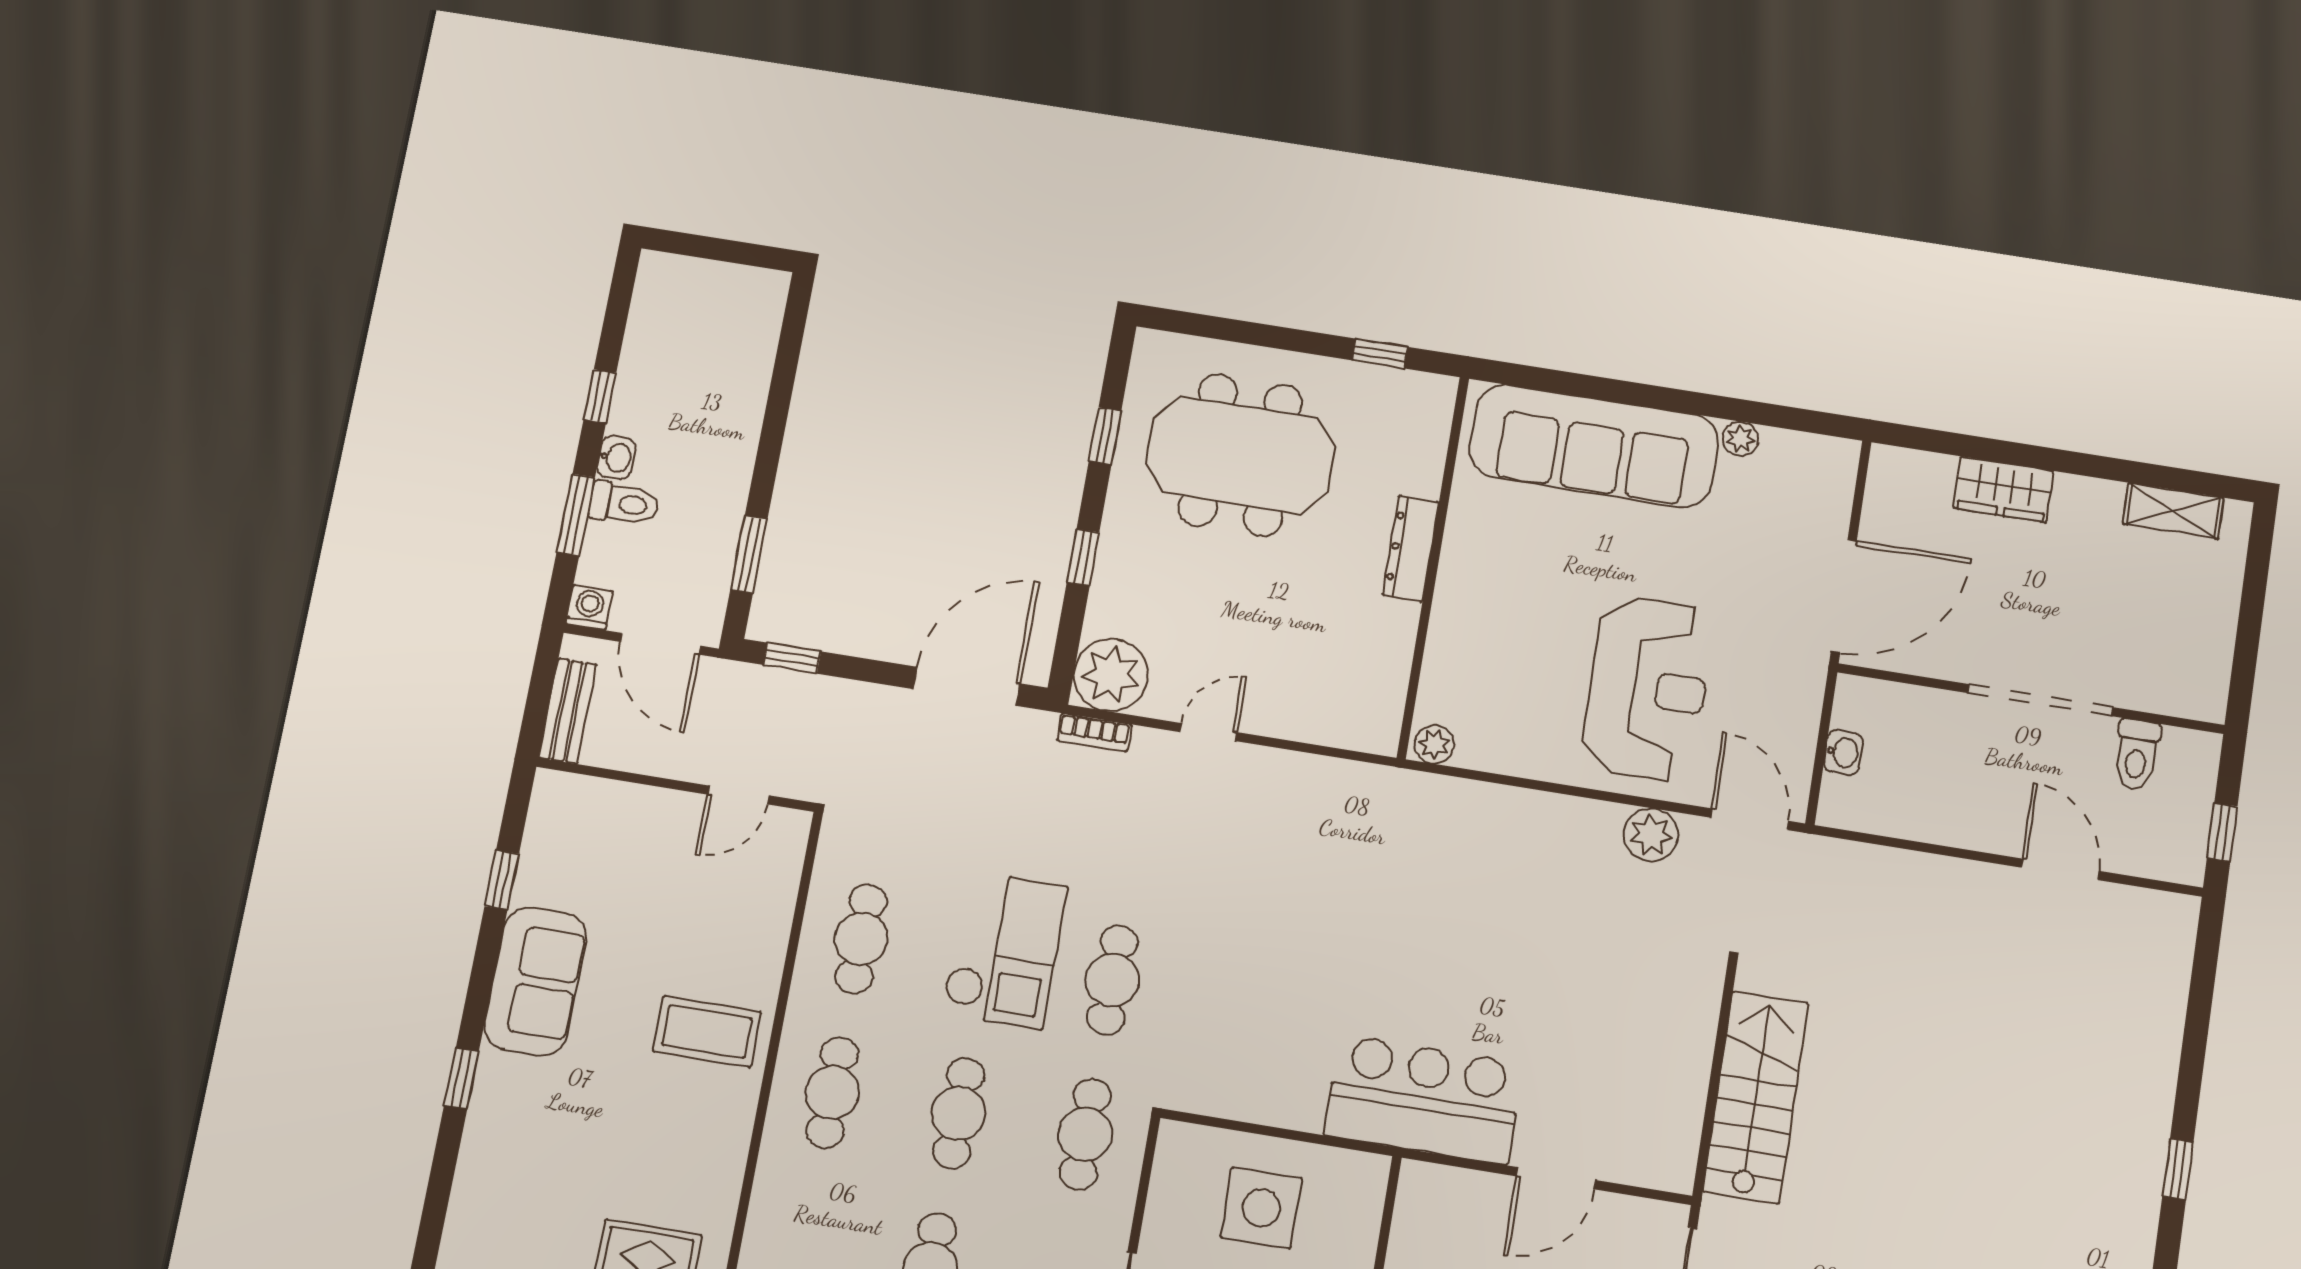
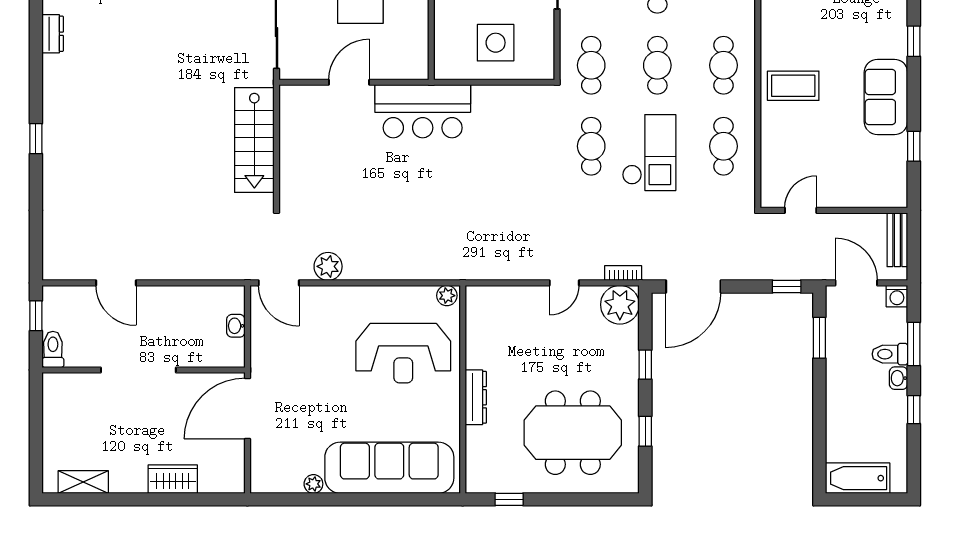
bathtub: (728, 290) -> (858, 478), added
reception desk: (1648, 688) -> (403, 353), moved, turned -90
toilet: (2137, 754) -> (53, 349), moved
checkout: (1004, 950) -> (649, 153), turned 180

